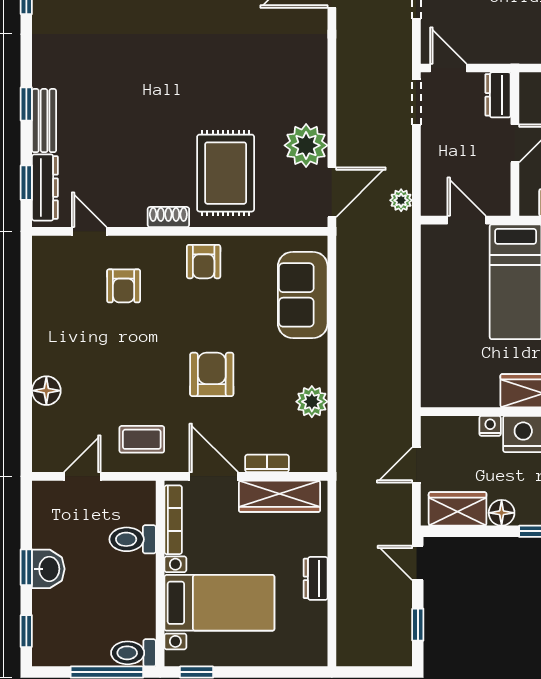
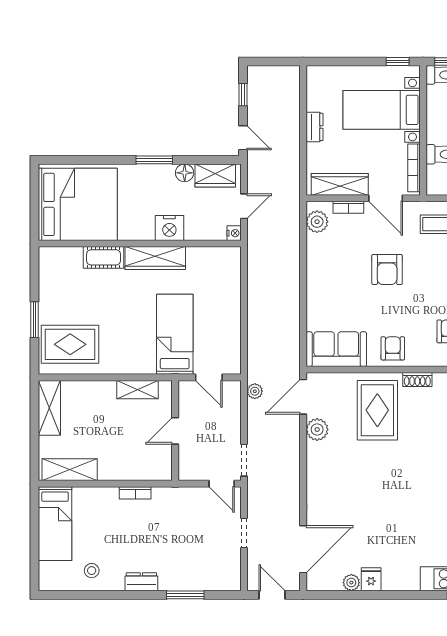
dresser: (498, 95) -> (187, 465), removed
plant: (306, 145) -> (317, 430), width x0.73, depth x0.73
sofa: (303, 295) -> (336, 349), moved, turned -90
plant: (312, 402) -> (317, 222), moved
nightstand: (490, 426) -> (234, 233), moved, turned -90

